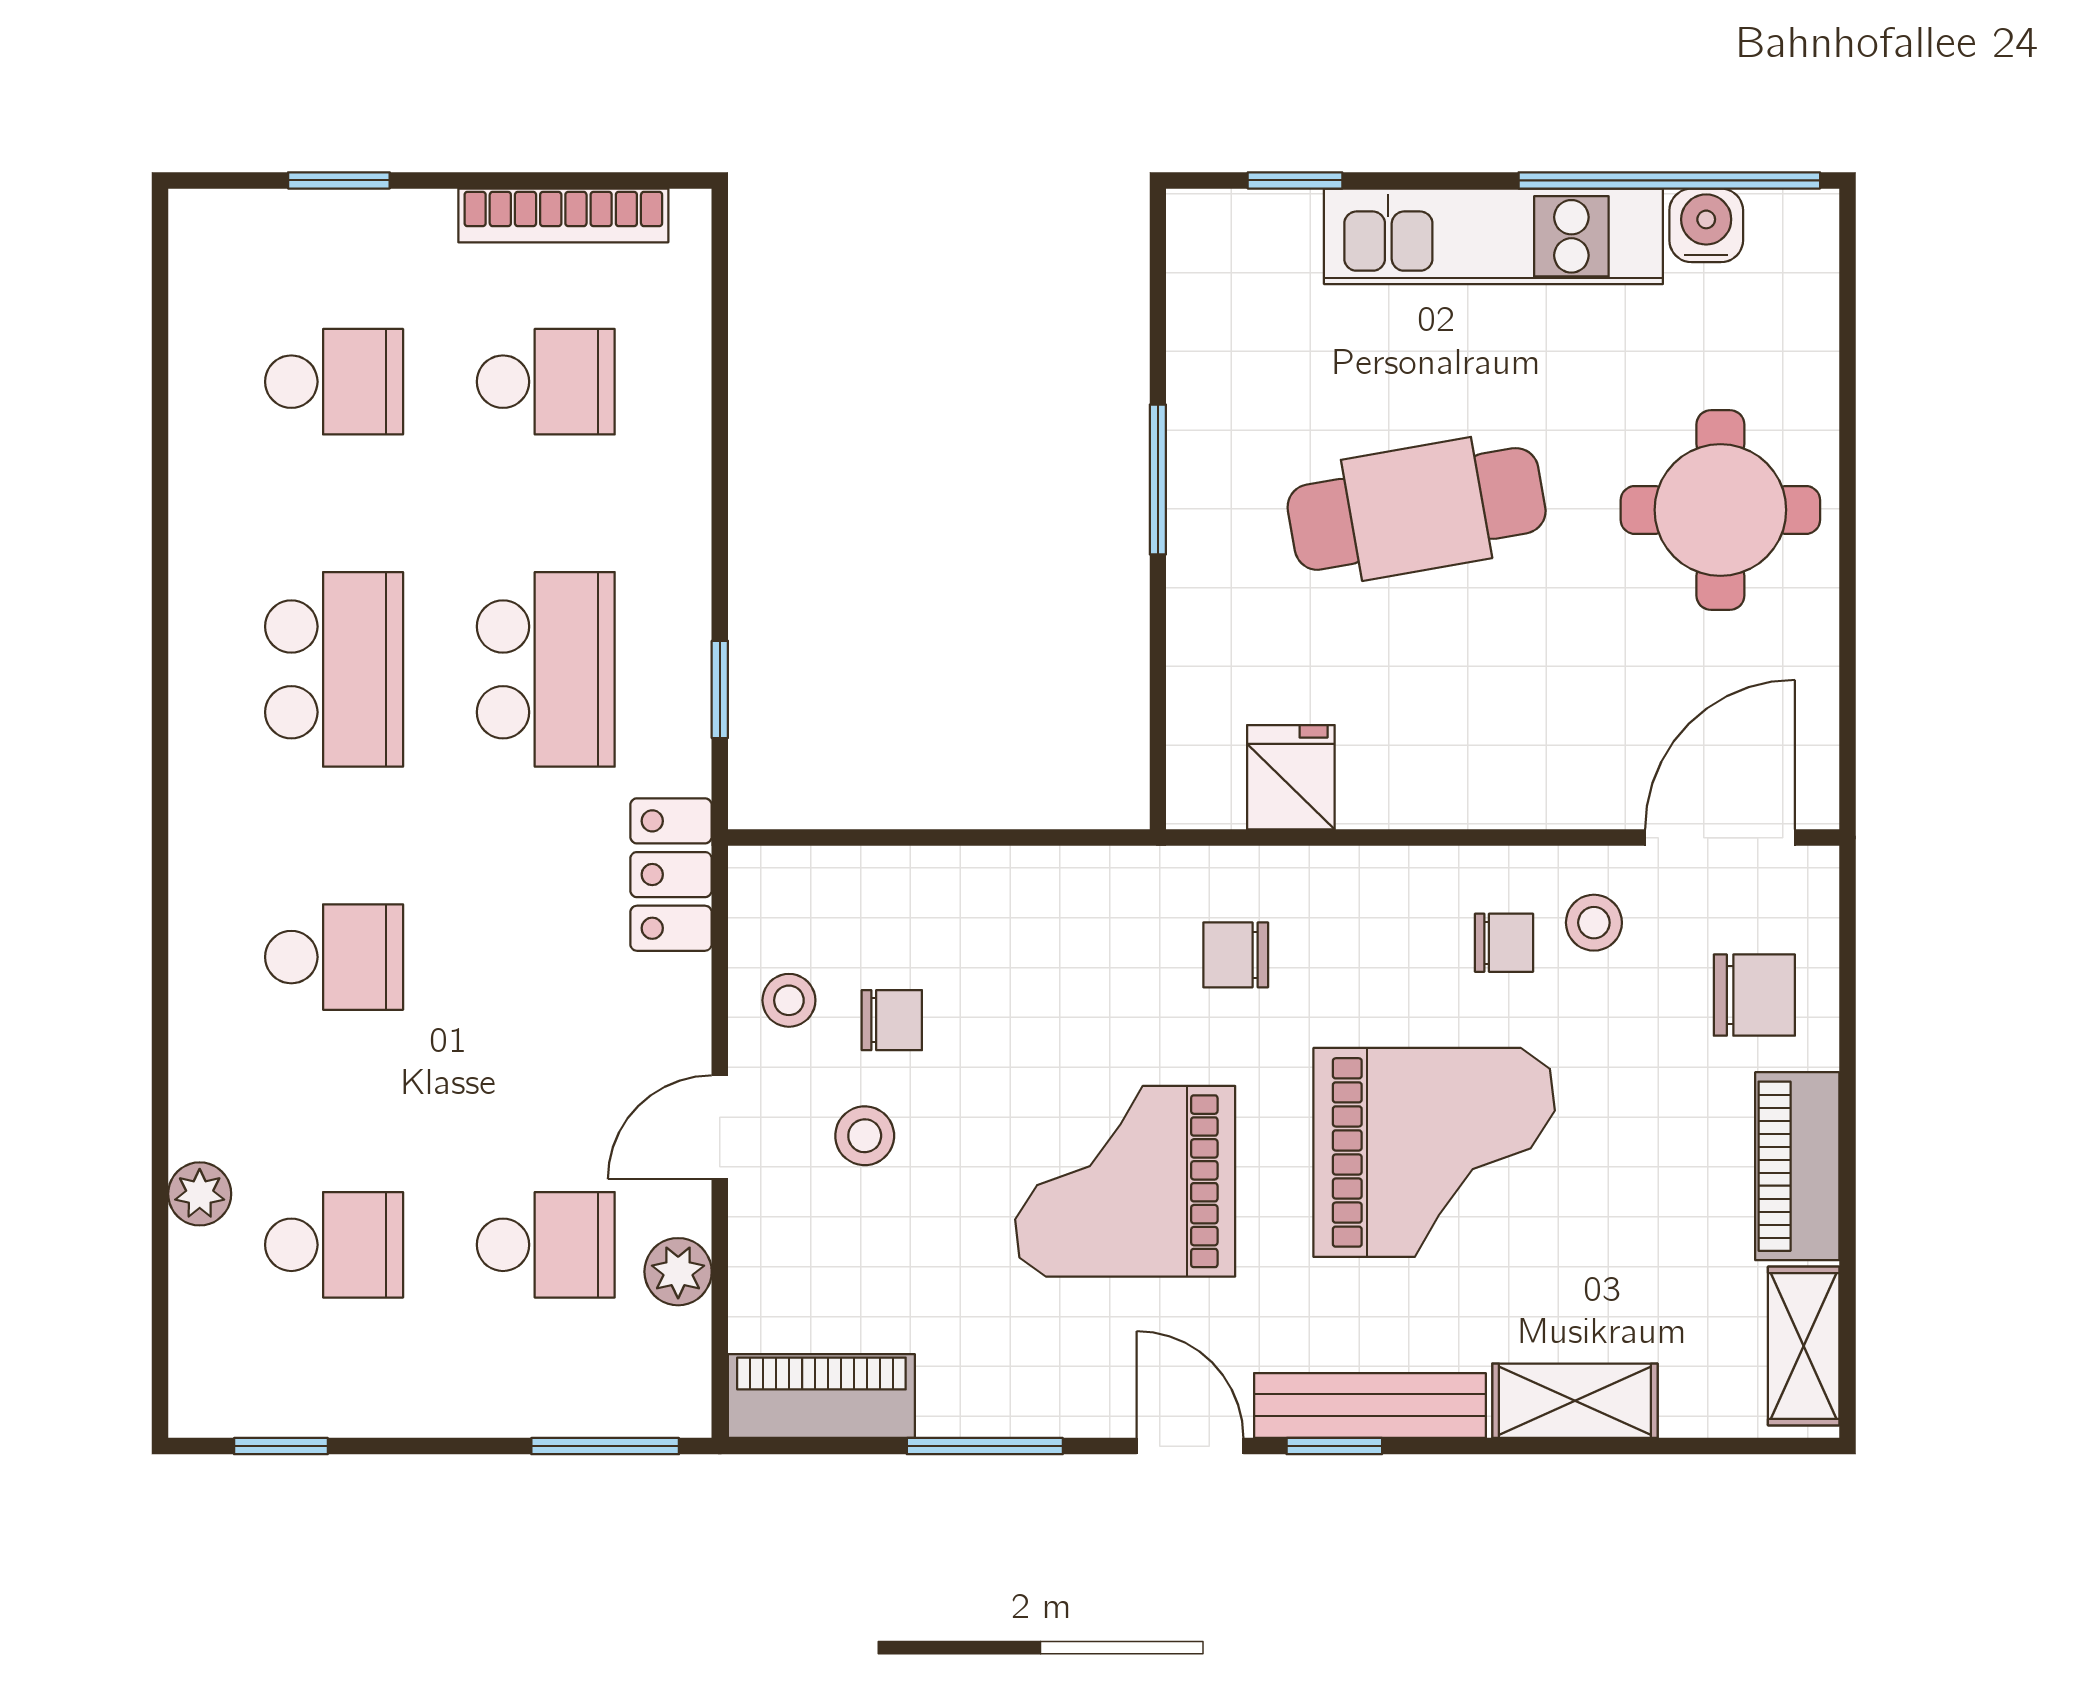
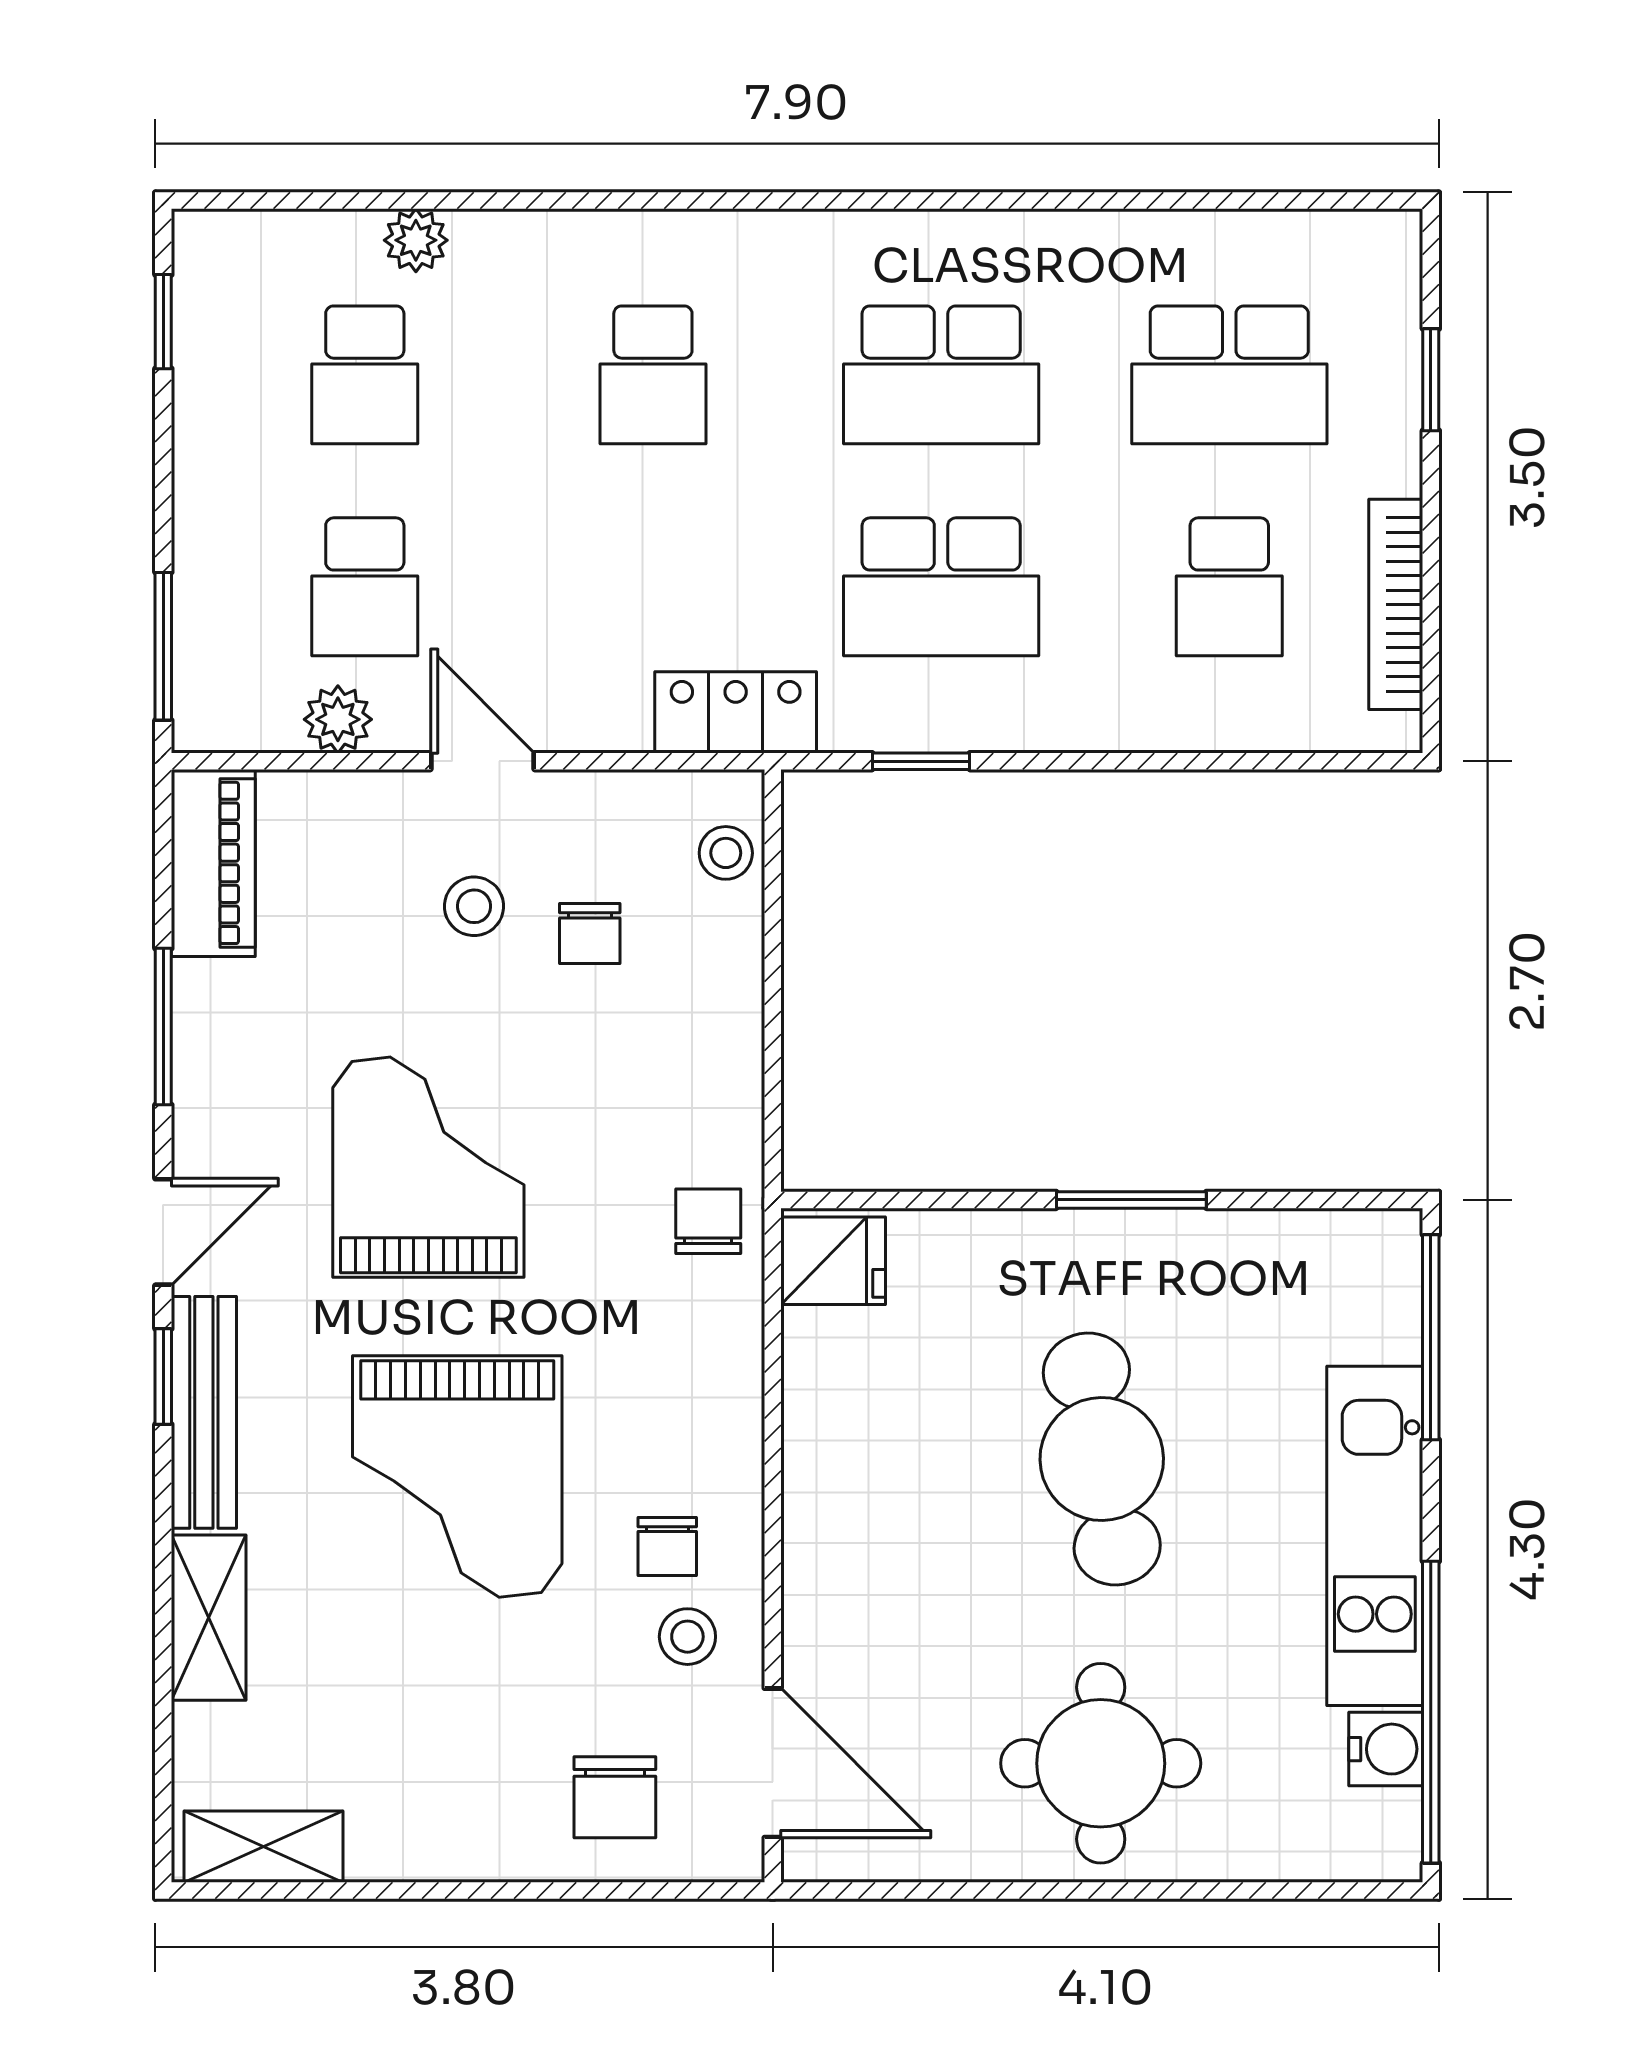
window: (1295, 180) -> (1431, 1337), width x2.17
school desk: (334, 382) -> (1229, 375), width x1.85
fridge: (1291, 777) -> (833, 1261), moved
chair: (1236, 955) -> (708, 1221), moved
stool: (789, 1000) -> (726, 853), moved
piano: (1797, 1166) -> (444, 1840), removed

